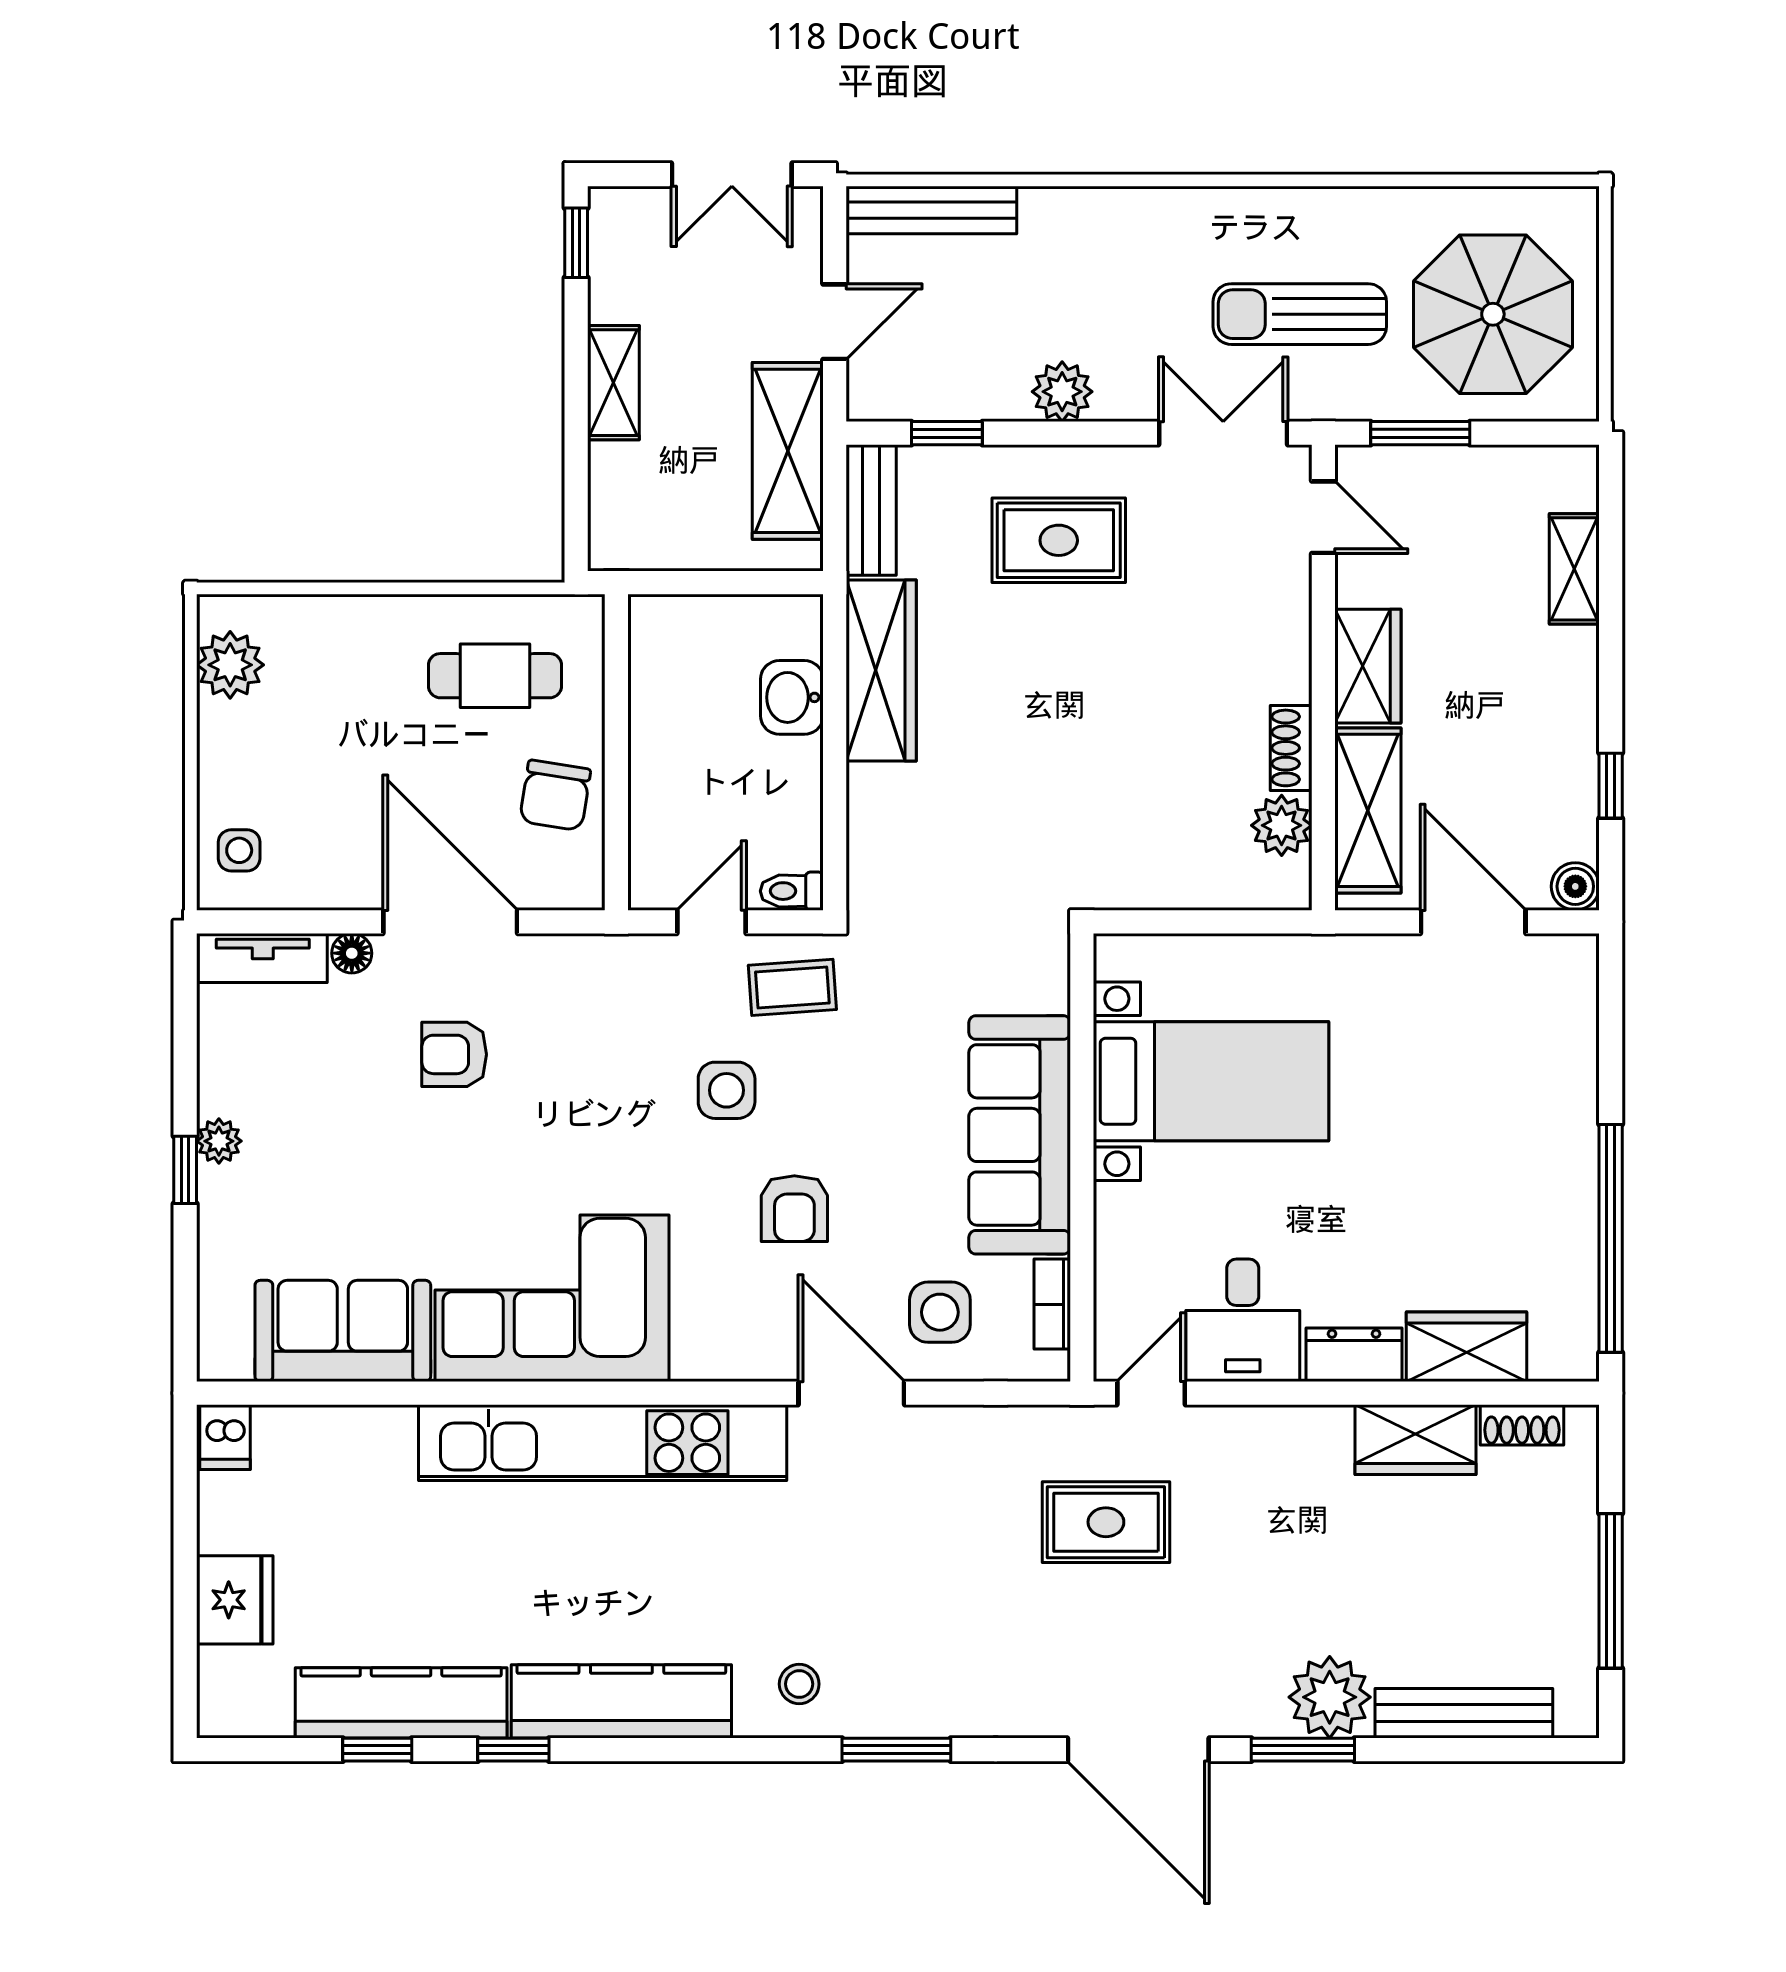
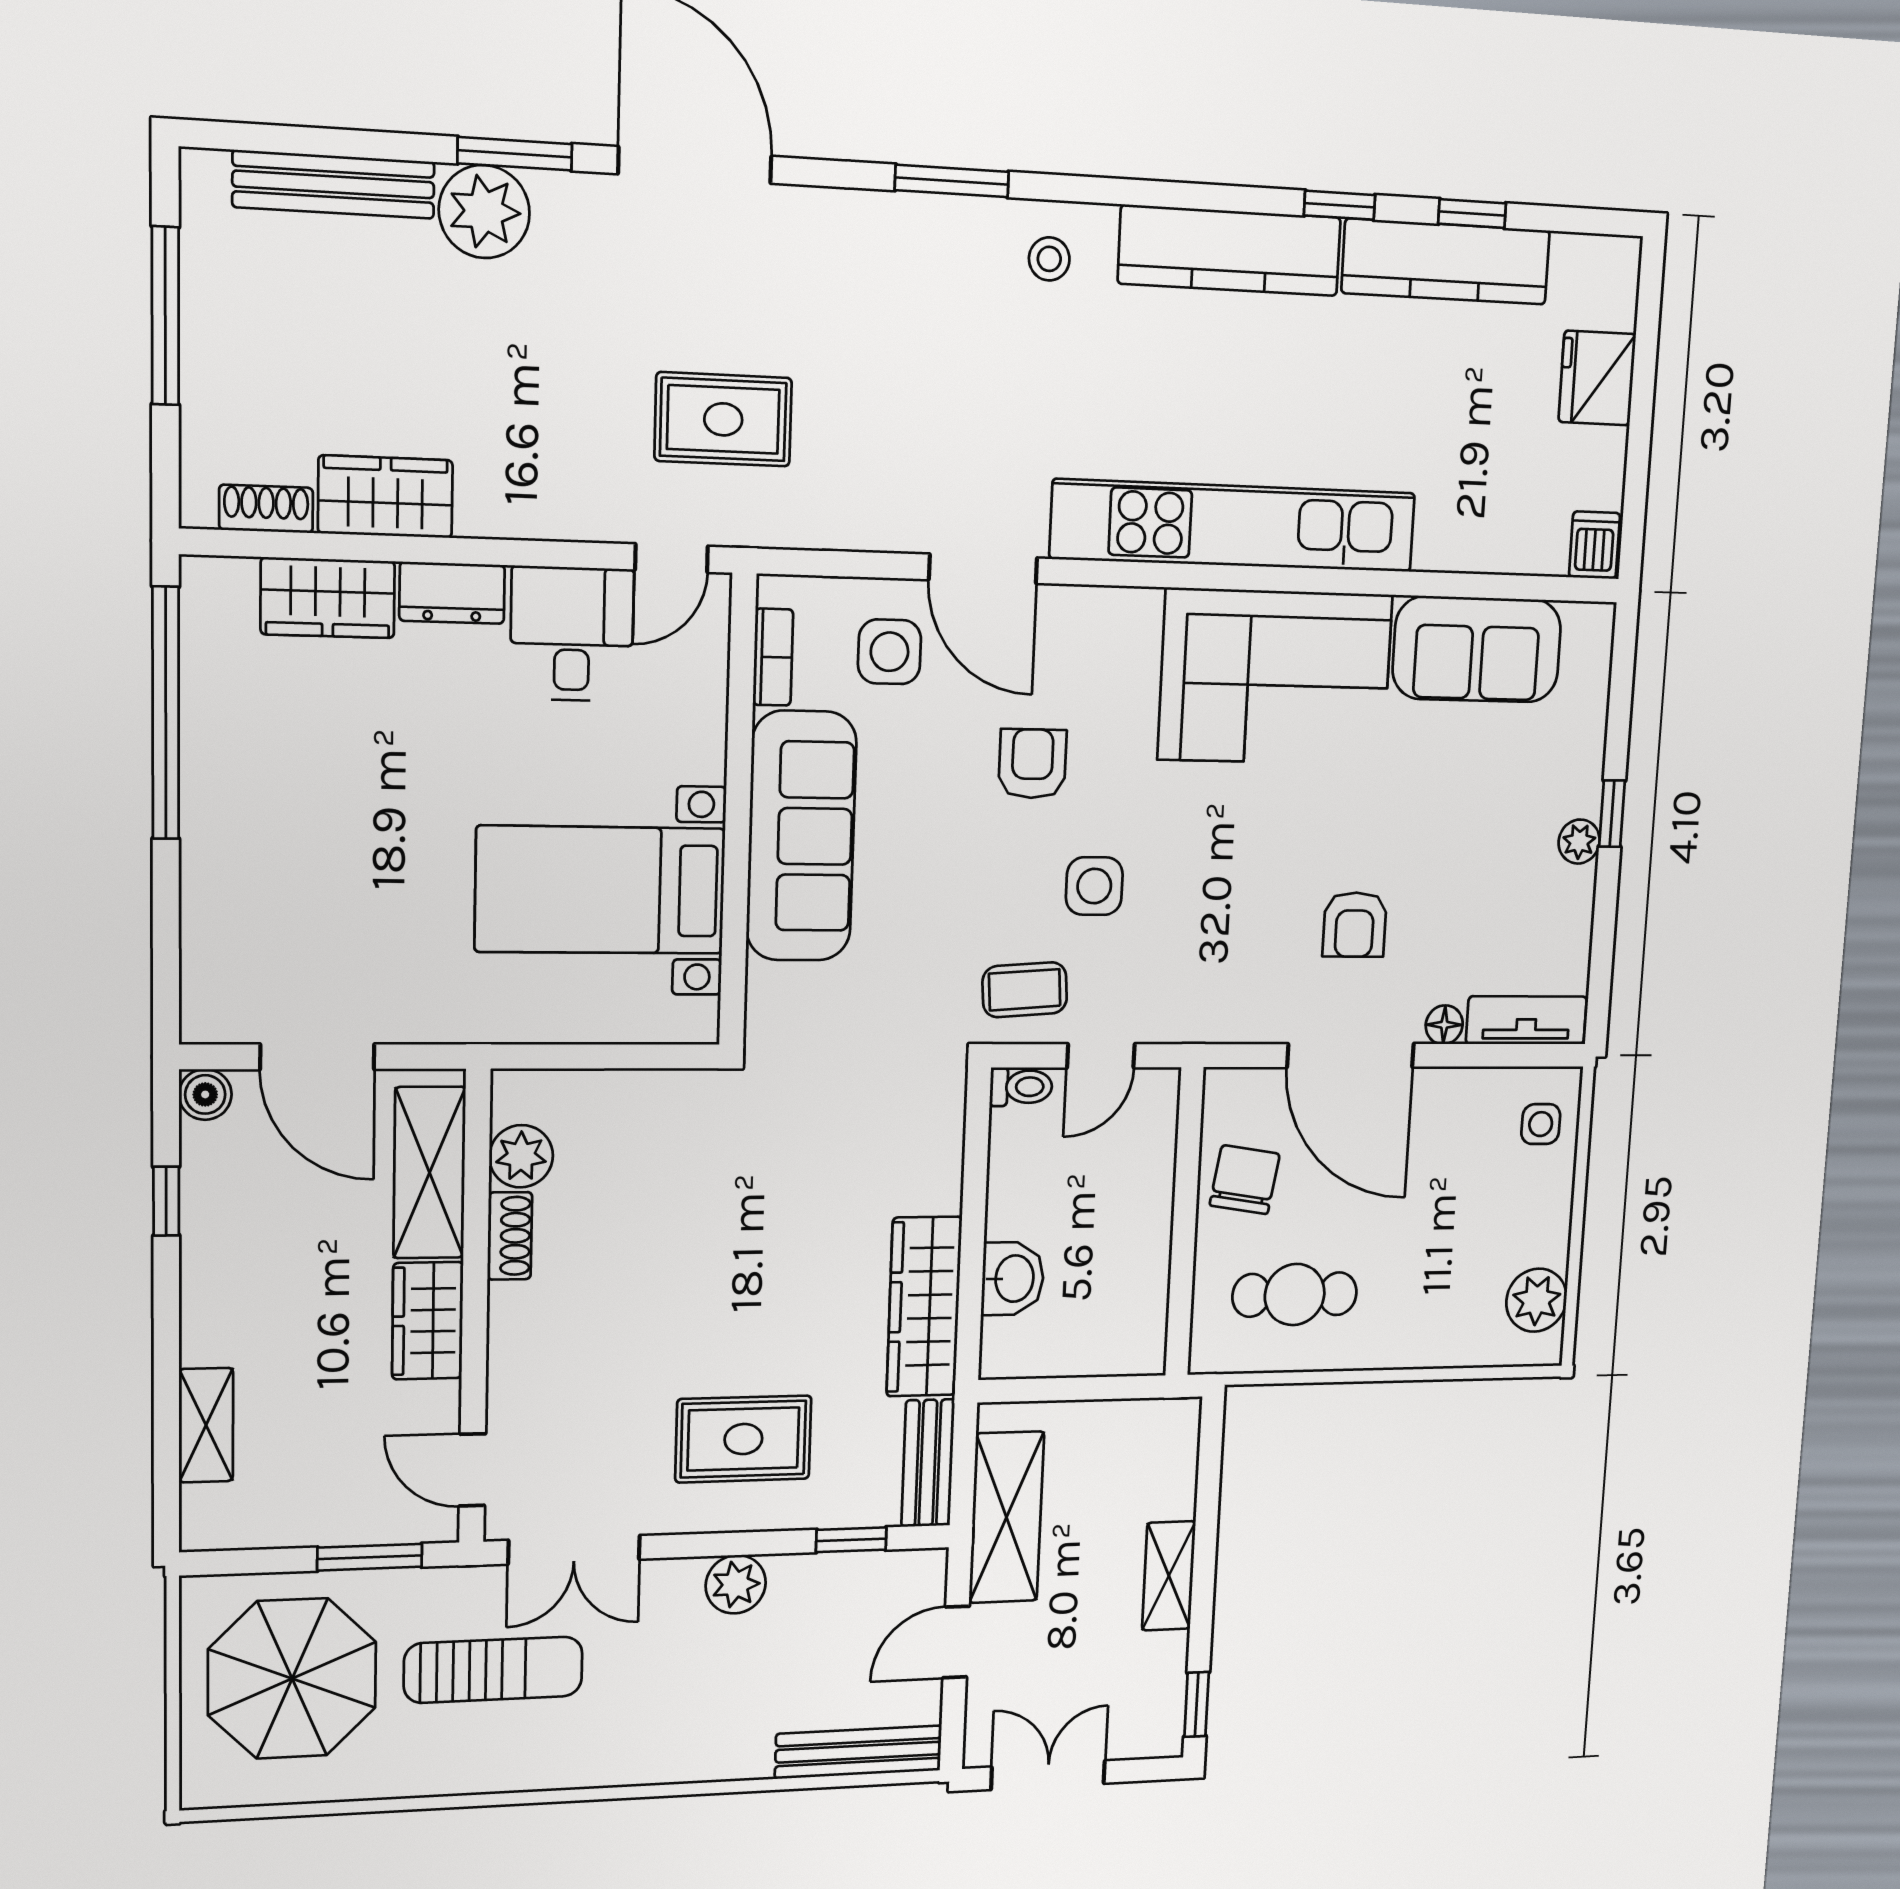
armchair: (454, 1054) -> (1355, 925), turned 90

